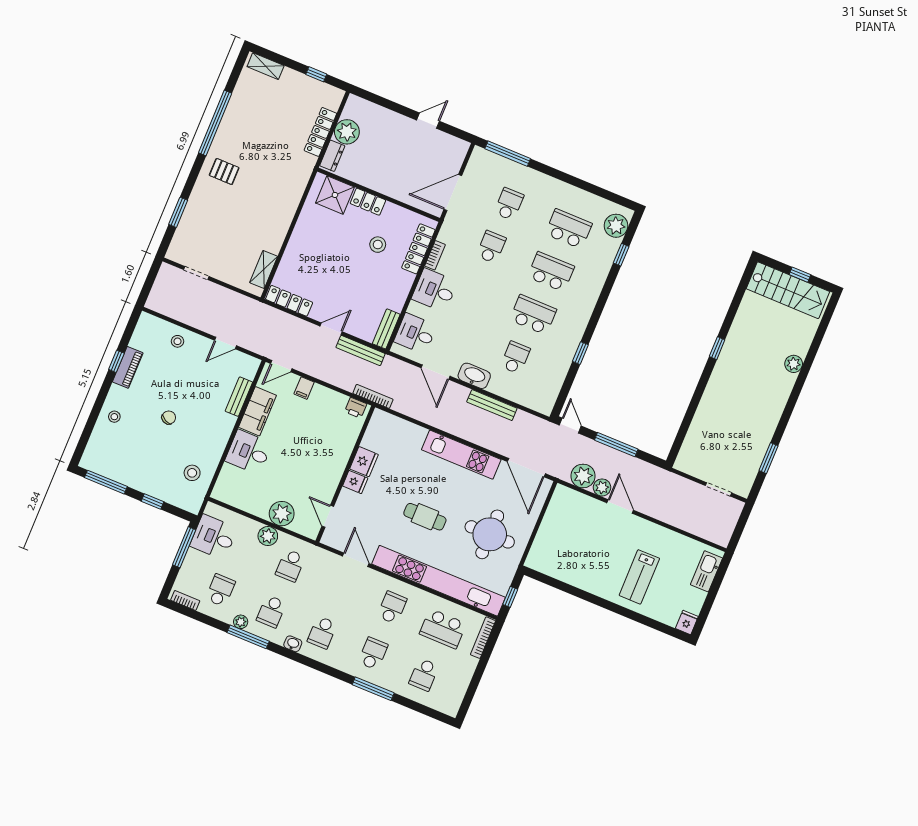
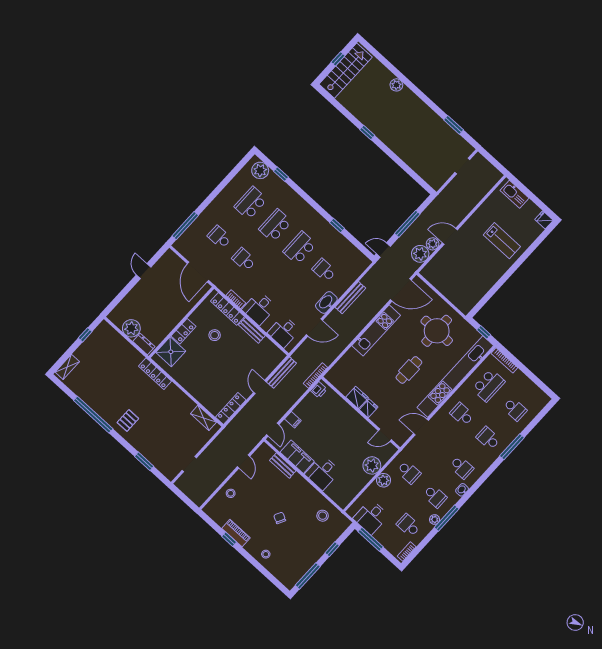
locker: (320, 132) -> (155, 374), moved
bench: (386, 329) -> (252, 330), moved

